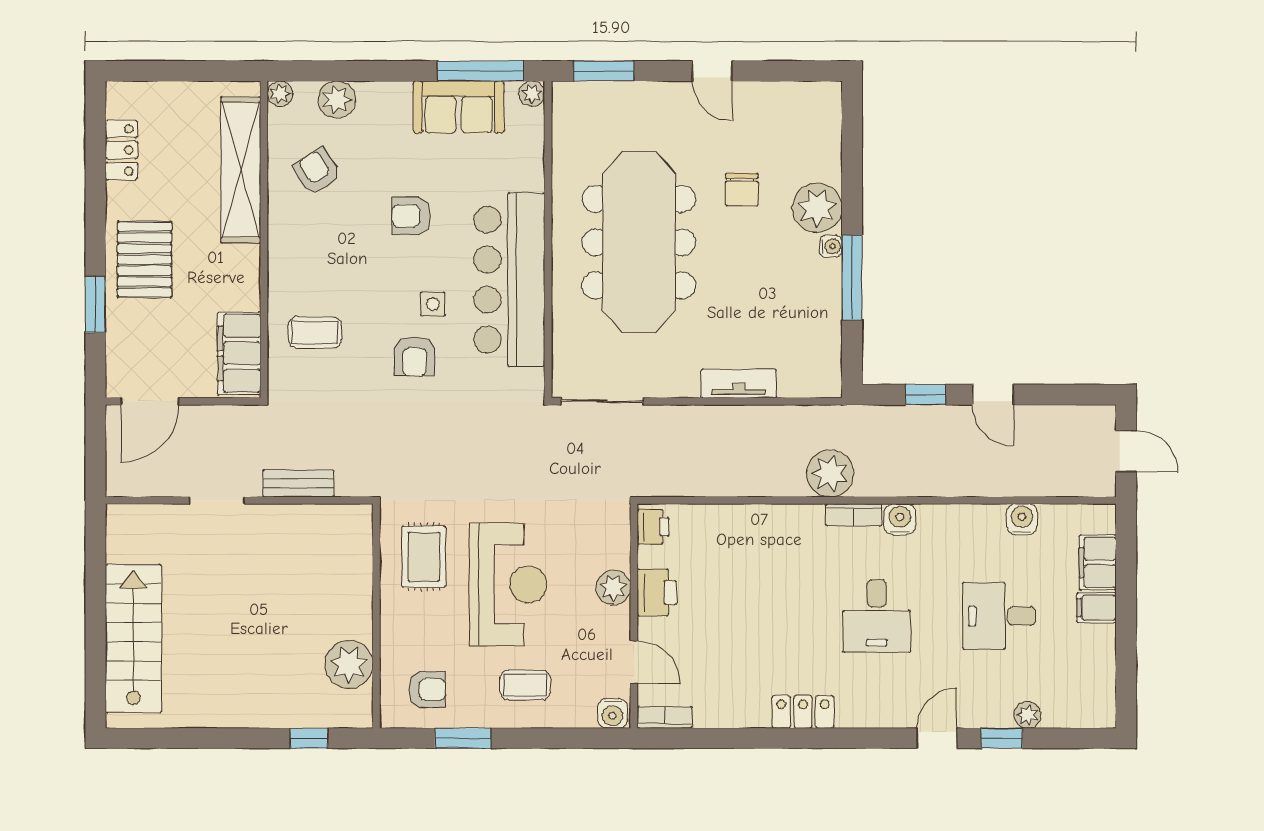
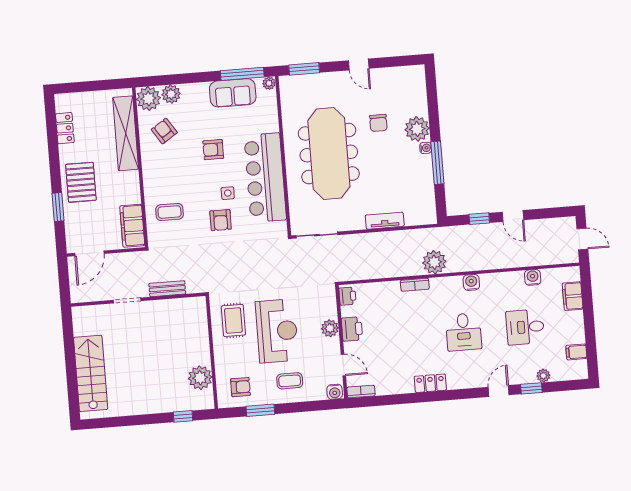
plant: (280, 94) -> (148, 99), width x1.88, depth x1.88
bookcase: (854, 515) -> (415, 285), moved
filing cabinet: (1096, 608) -> (576, 352), moved

